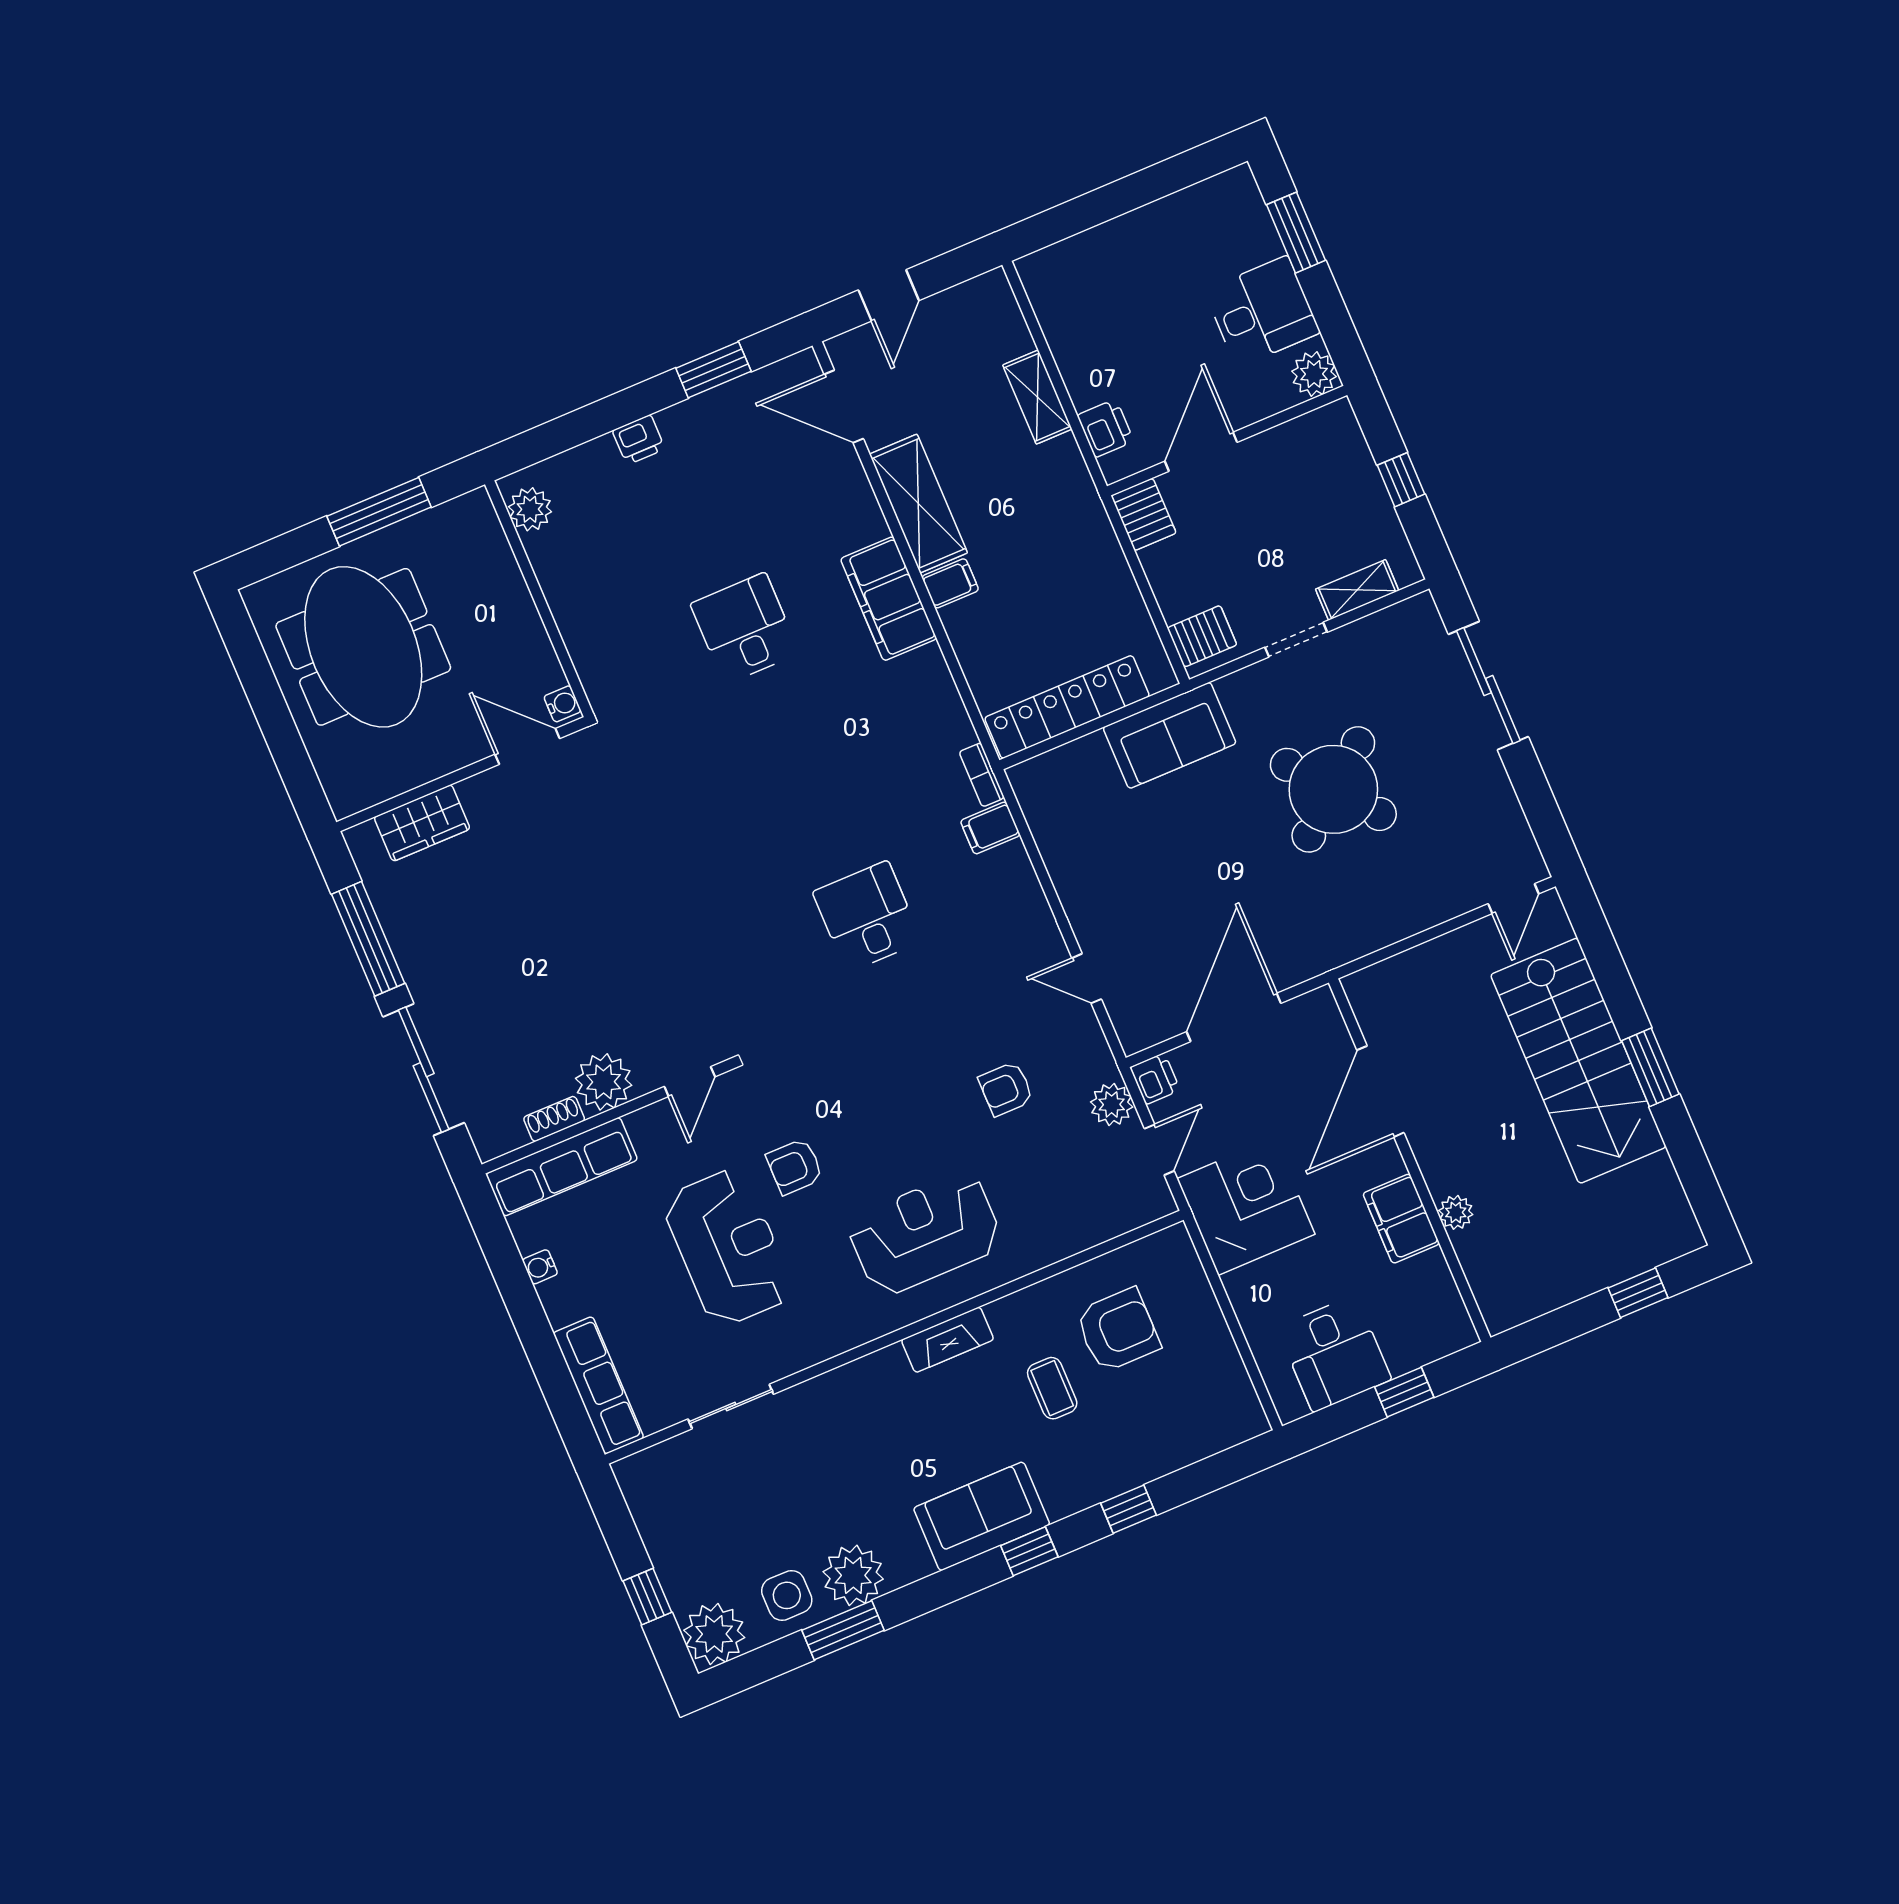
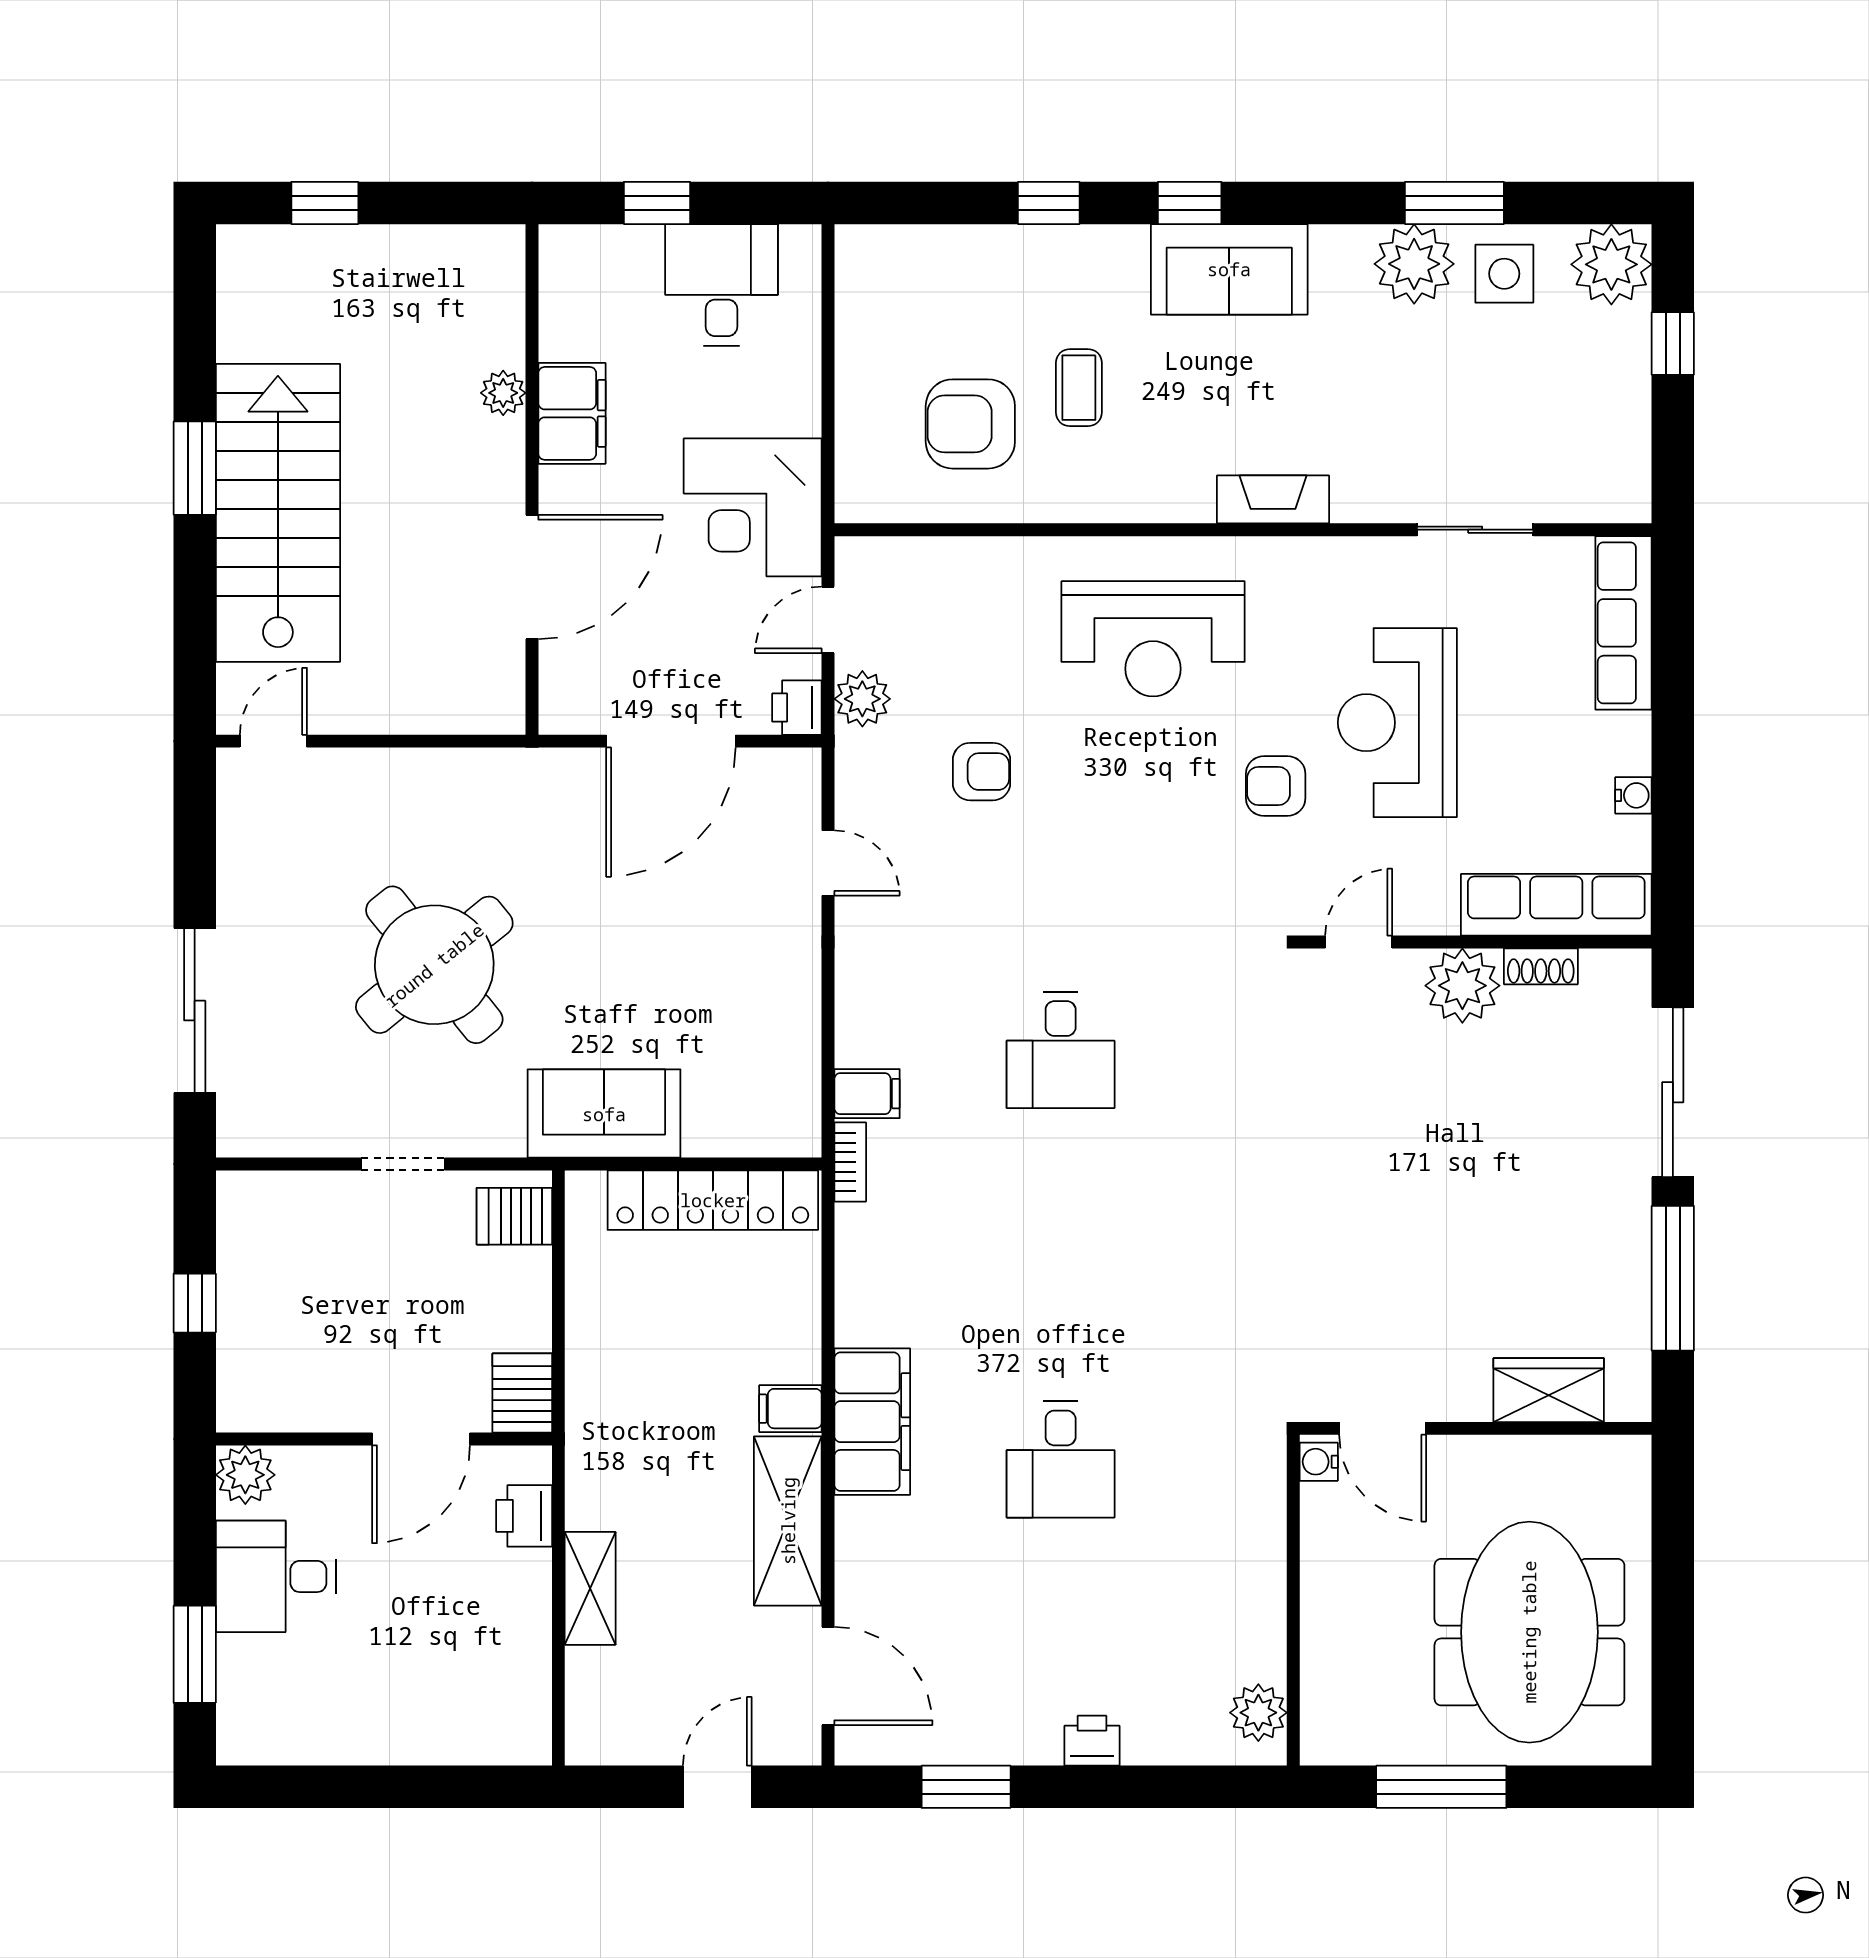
shelving: (1357, 590) -> (304, 1193), removed
armchair: (795, 1167) -> (1276, 786), turned 180
fireplace: (948, 1340) -> (1273, 499), moved

